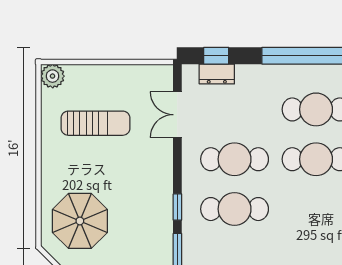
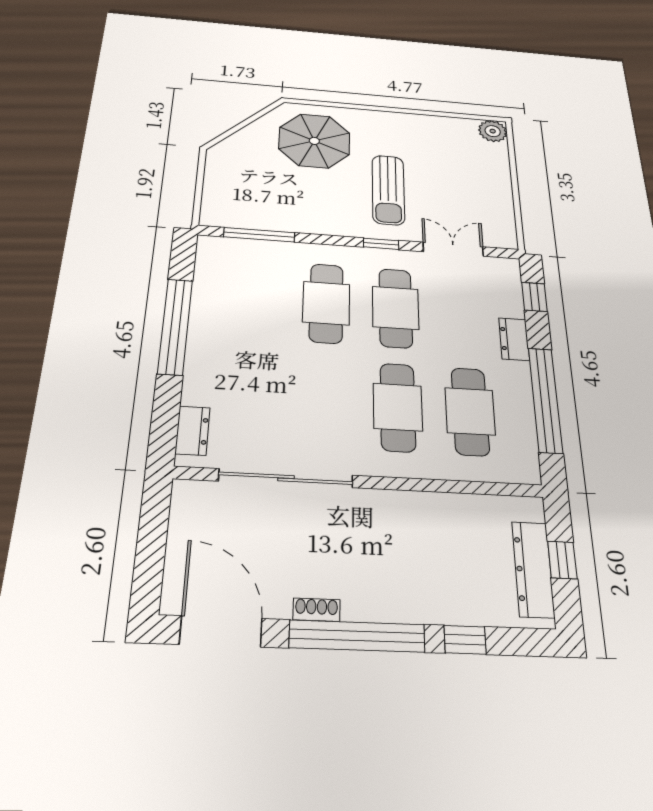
dresser: (217, 74) -> (514, 339), moved
sun lounger: (95, 123) -> (388, 190), moved
window: (177, 207) -> (381, 244), moved

